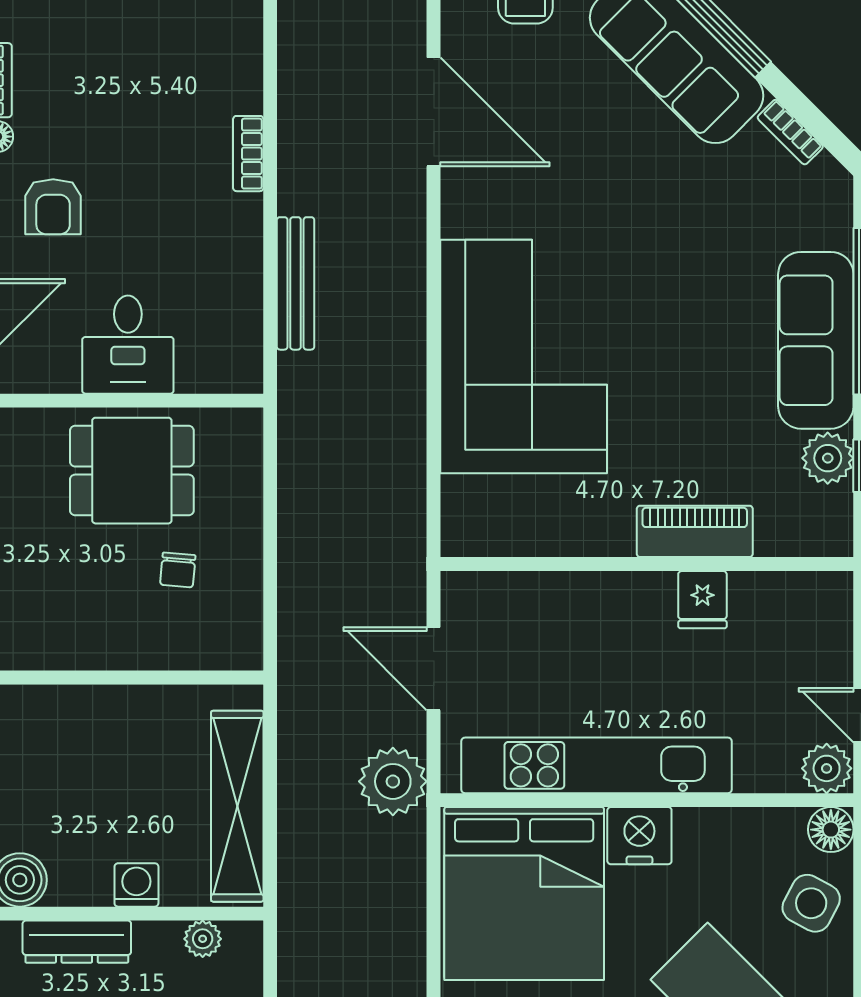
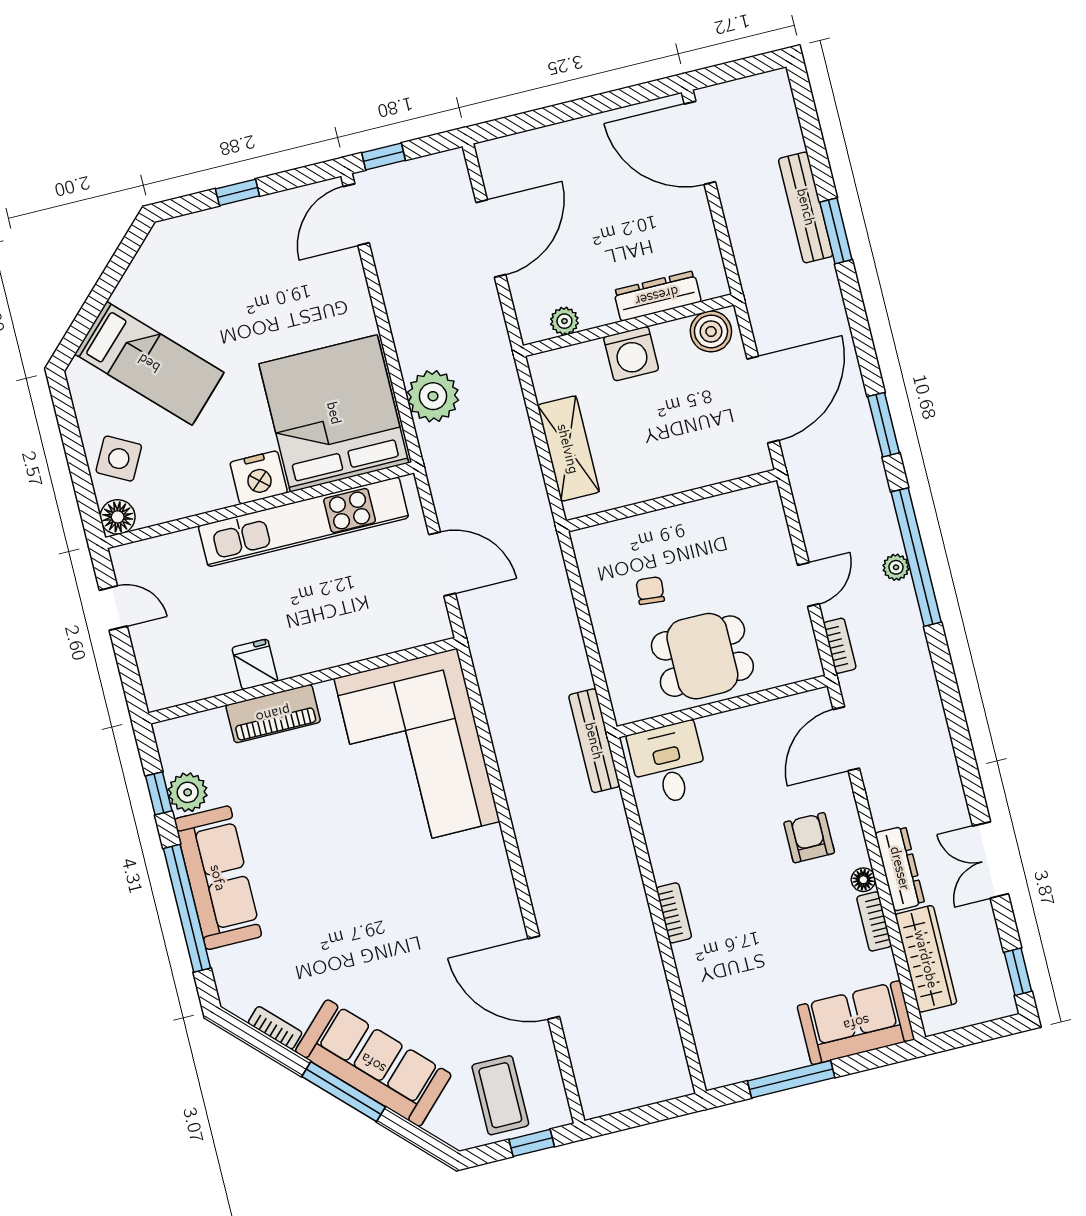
bench: (296, 283) -> (594, 741), moved
desk: (128, 345) -> (668, 764), moved
corner sofa: (524, 357) -> (417, 750), moved
plant: (827, 768) -> (132, 562), removed
plant: (393, 781) -> (433, 396), moved
shelving: (237, 806) -> (568, 449), width x0.68
washing machine: (136, 885) -> (631, 354), width x1.38, depth x1.38

